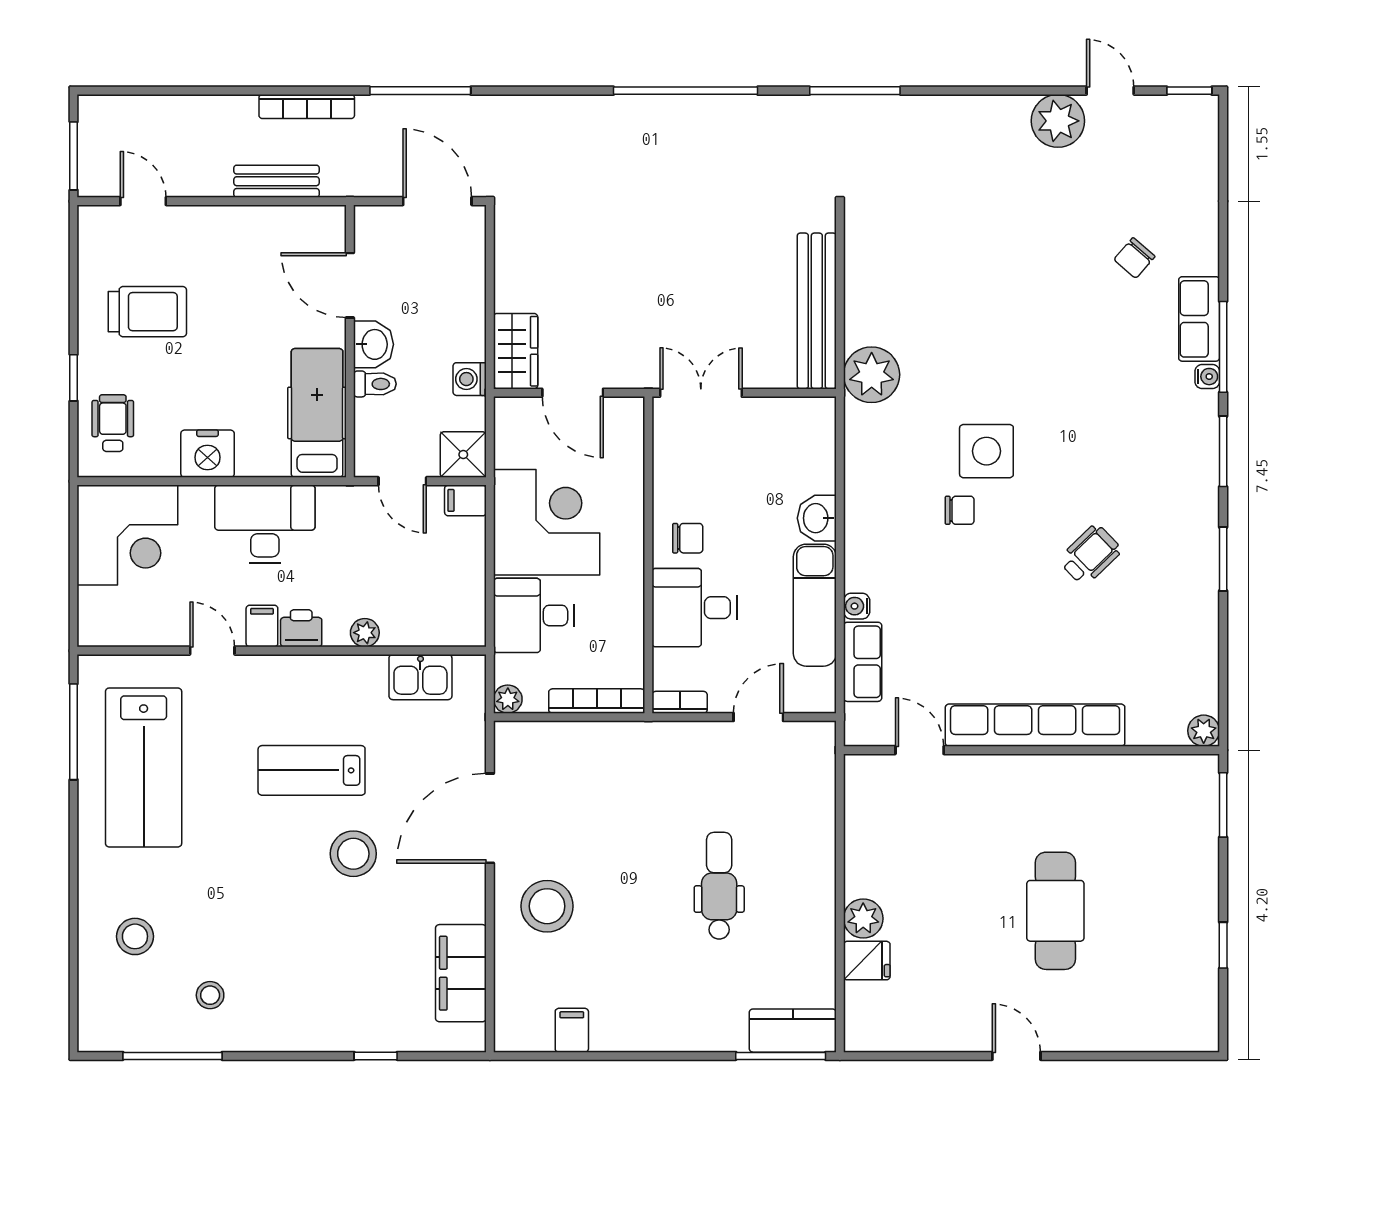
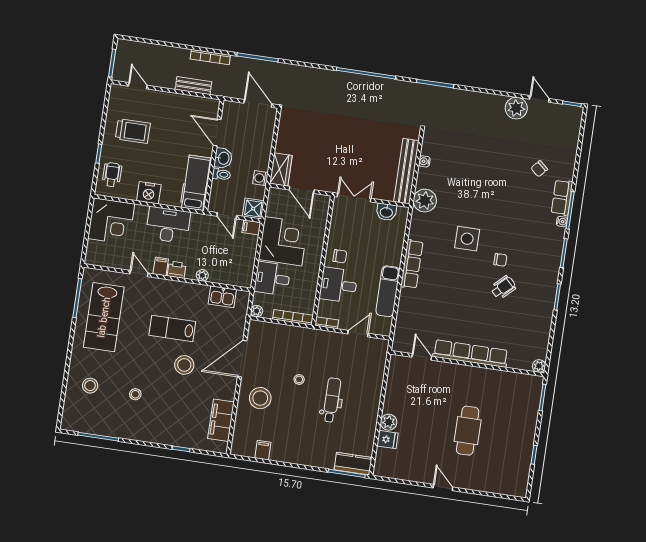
chair: (960, 510) -> (500, 260), moved
washbasin: (817, 518) -> (386, 212), moved, turned -90
water cooler: (857, 606) -> (424, 161), moved
row of seats: (863, 662) -> (412, 264), moved, width x1.48
stool: (634, 848) -> (299, 379), added
stool: (210, 995) -> (135, 394), moved

